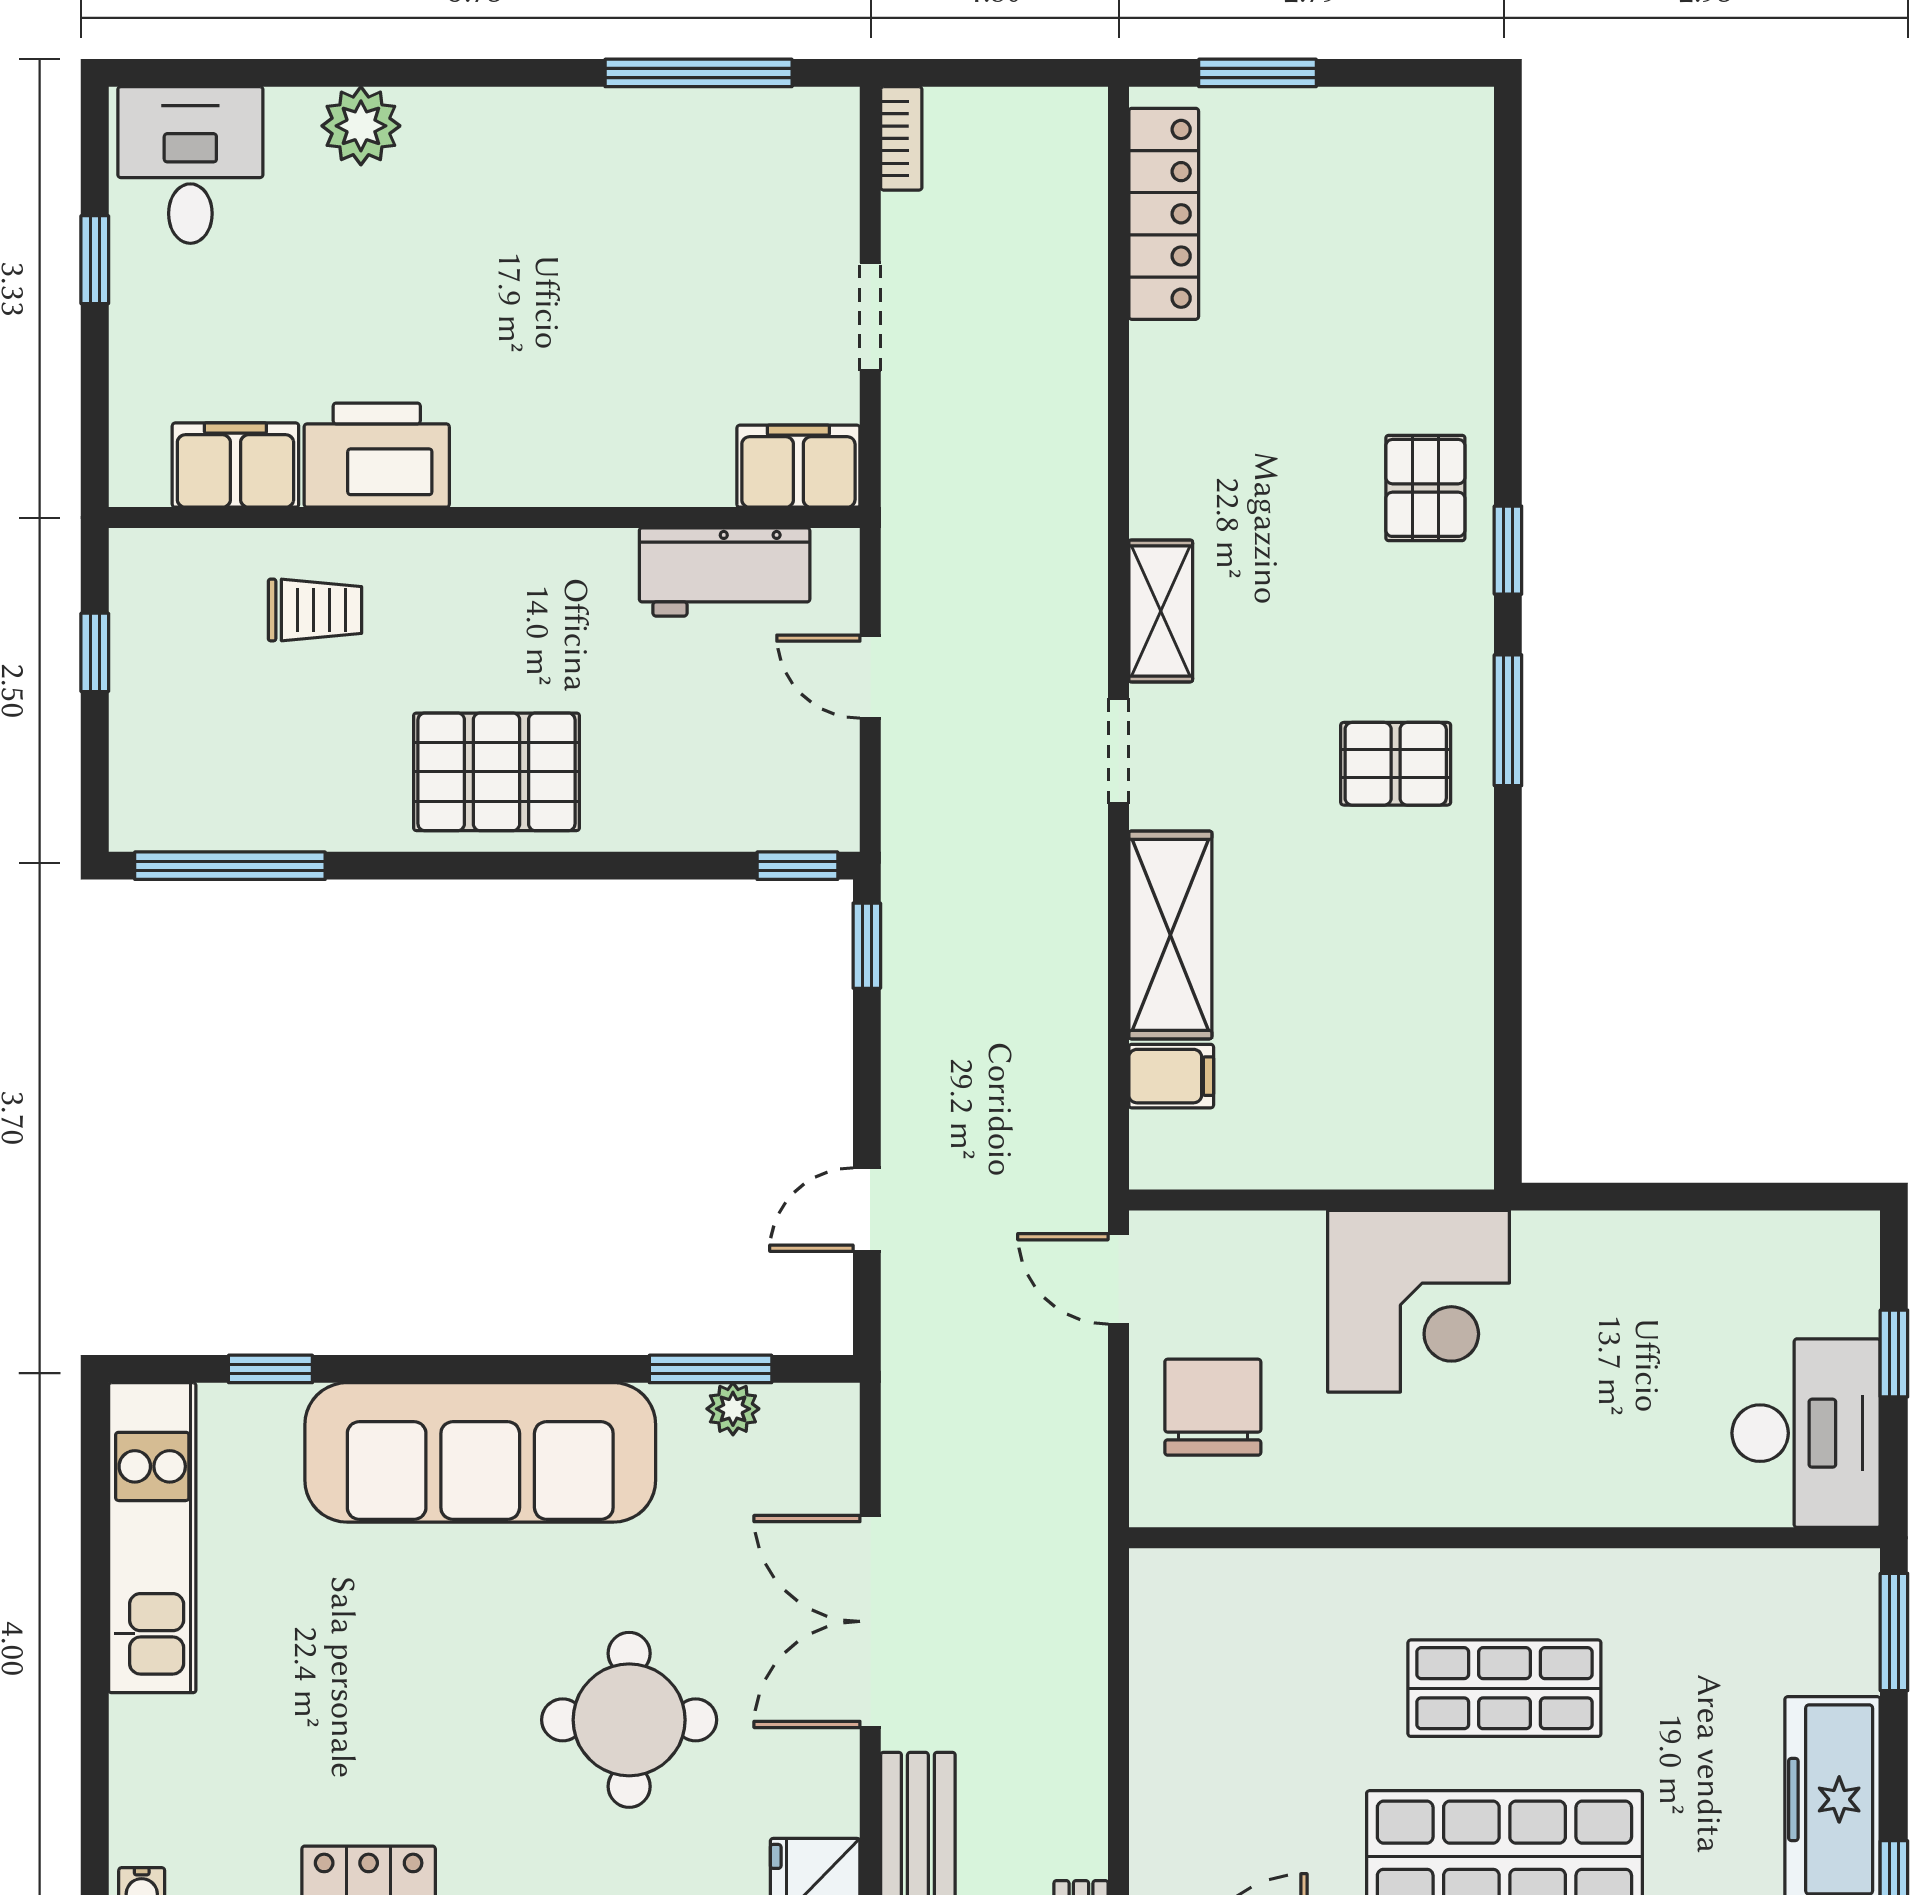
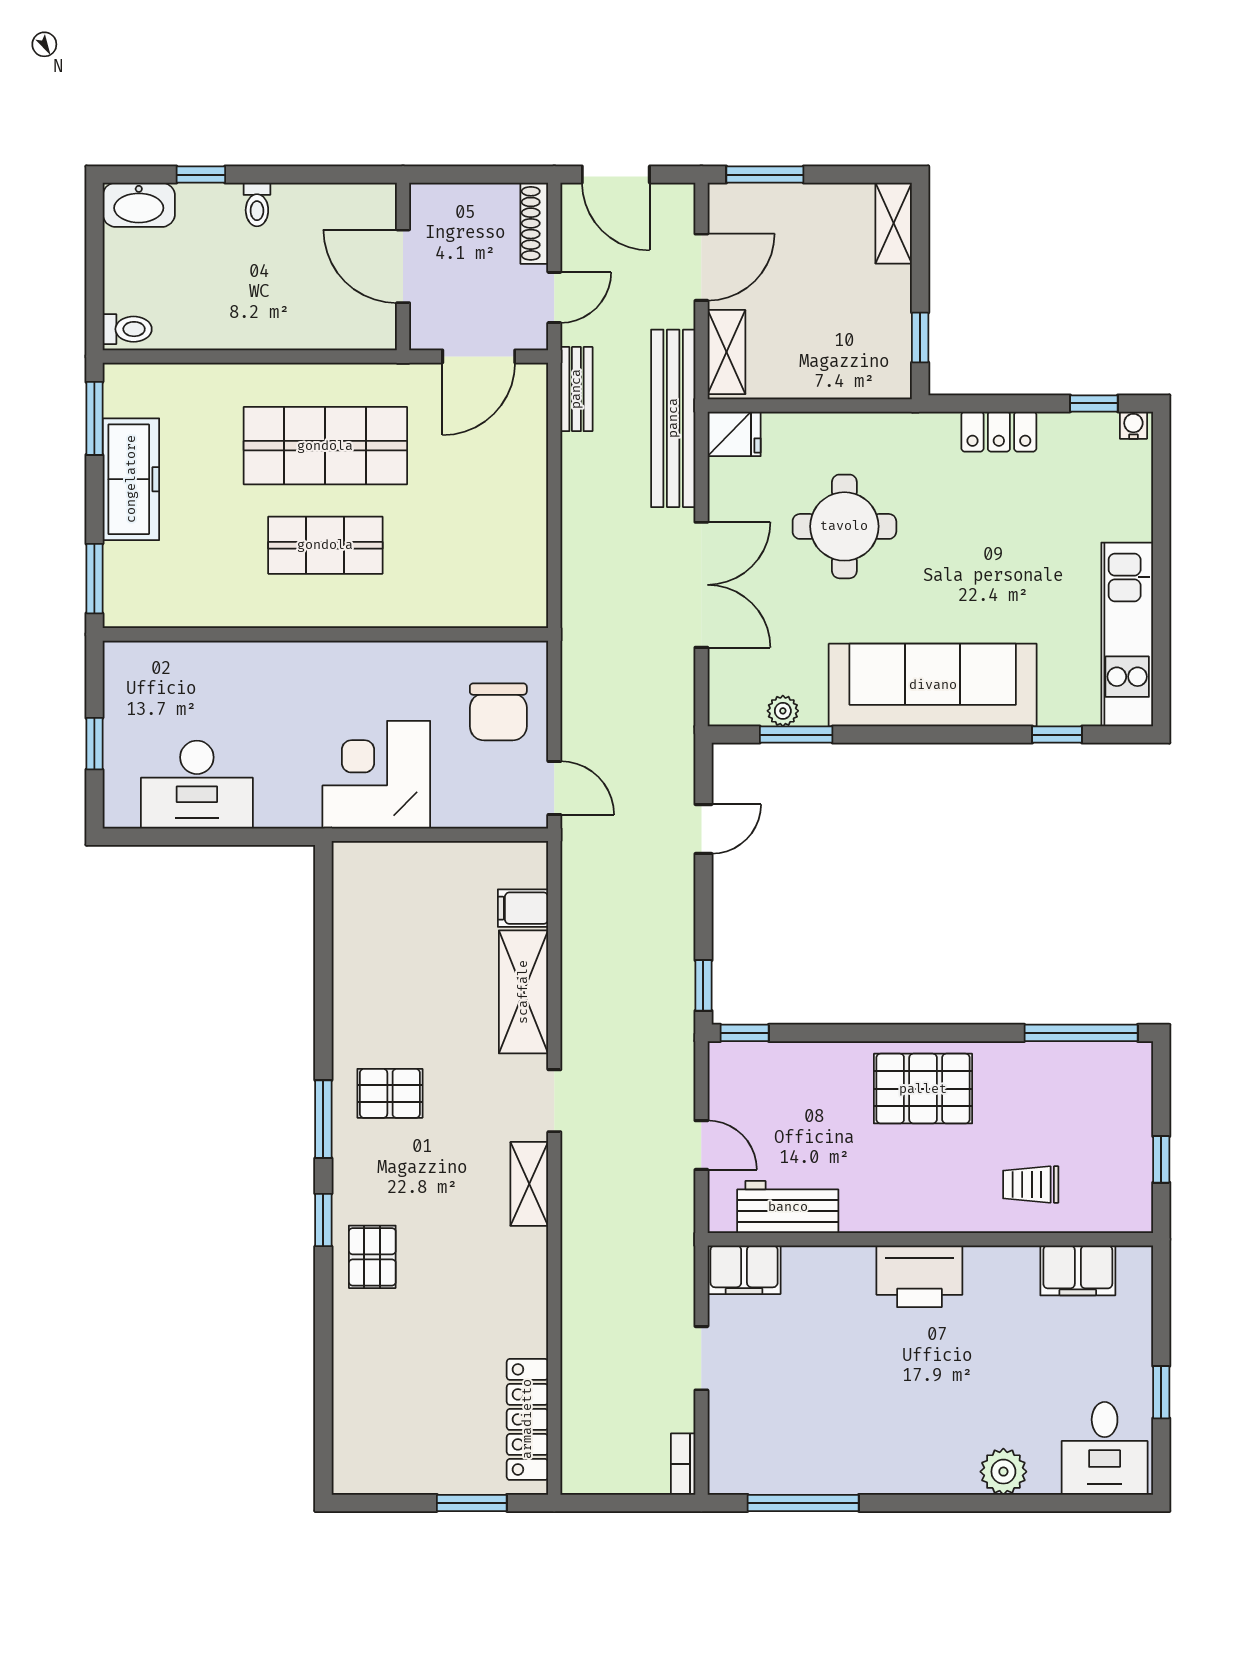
printer: (377, 455) -> (919, 1276), moved
desk: (1806, 1433) -> (197, 785), moved, turned -90

